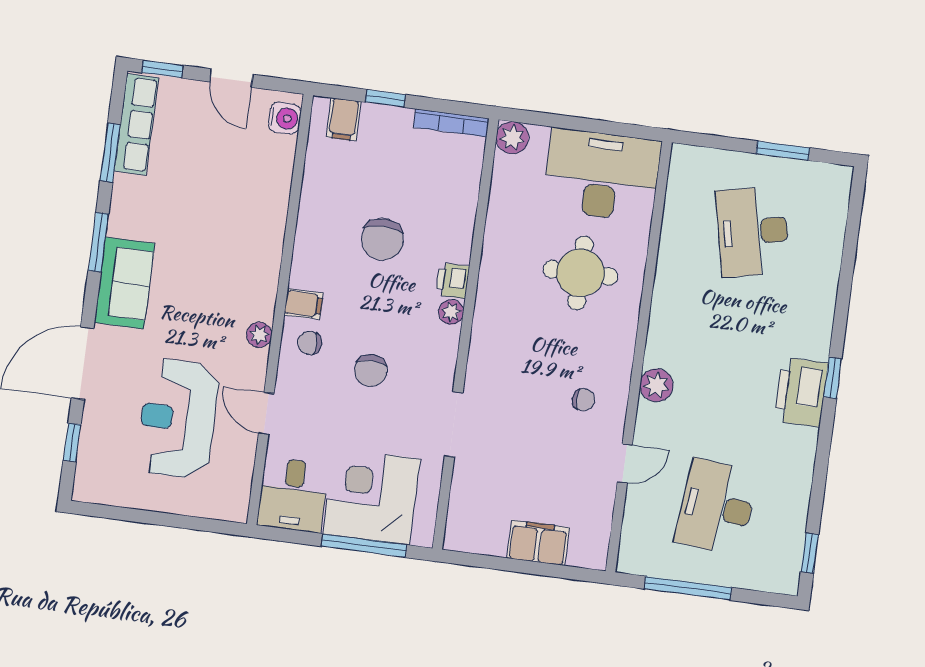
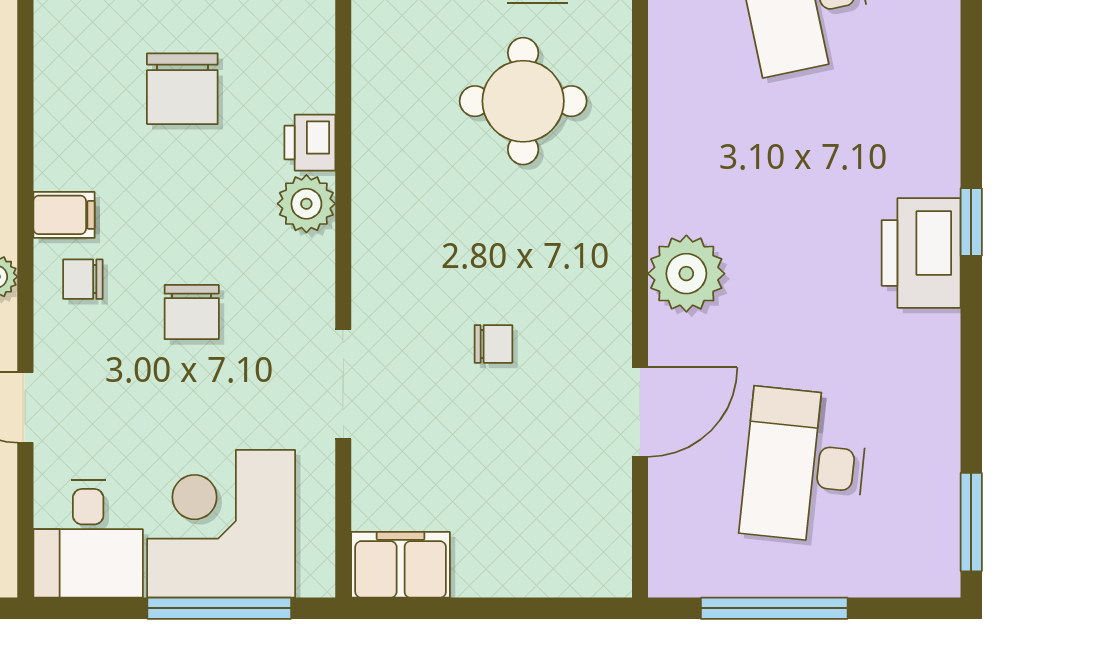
plant: (451, 312) -> (306, 204), width x1.38, depth x1.38
plant: (656, 385) -> (686, 274), width x1.36, depth x1.36
chair: (583, 400) -> (493, 344), moved
door: (625, 463) -> (640, 412), width x1.38
filing cabinet: (538, 543) -> (401, 565), moved
window: (810, 553) -> (971, 522), width x1.50

